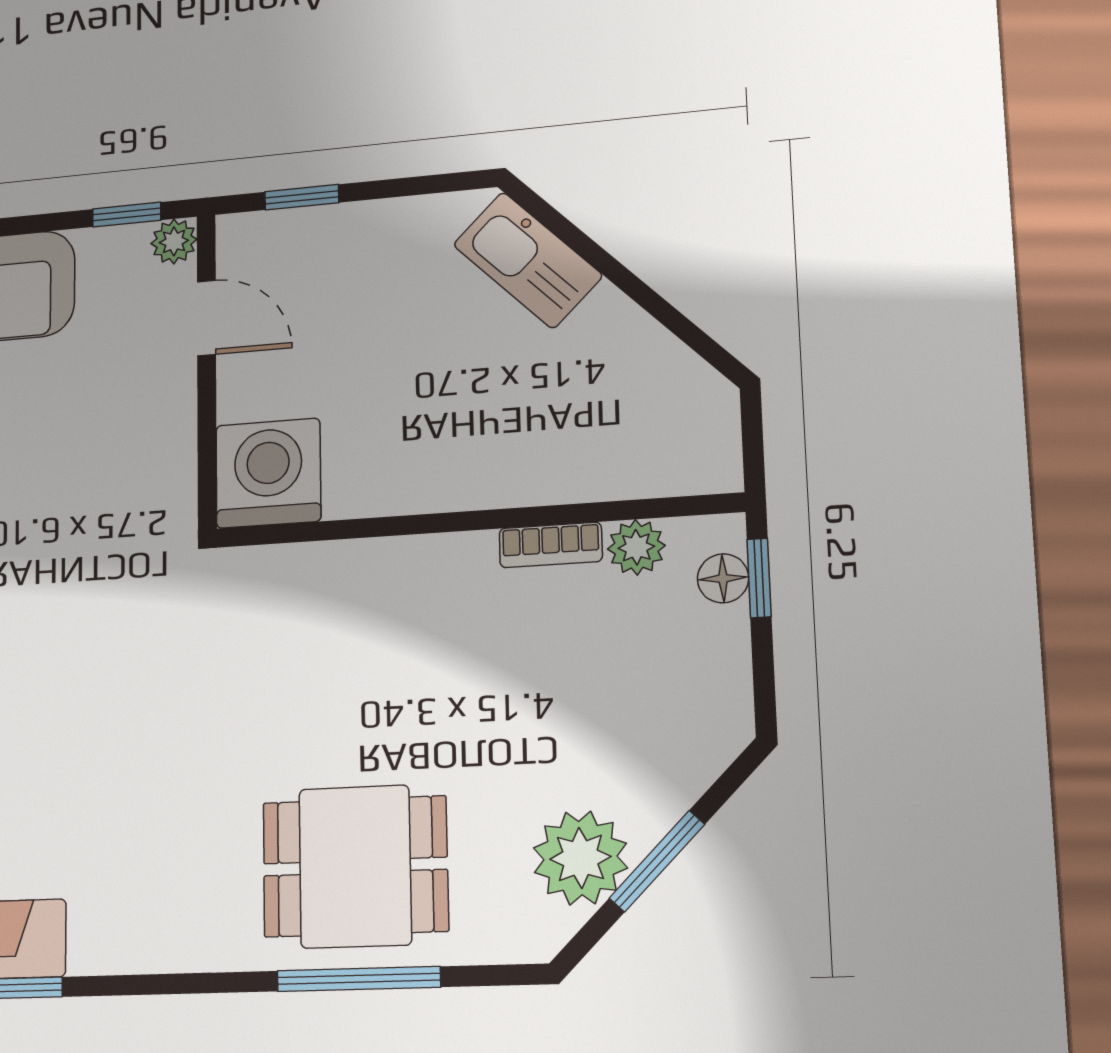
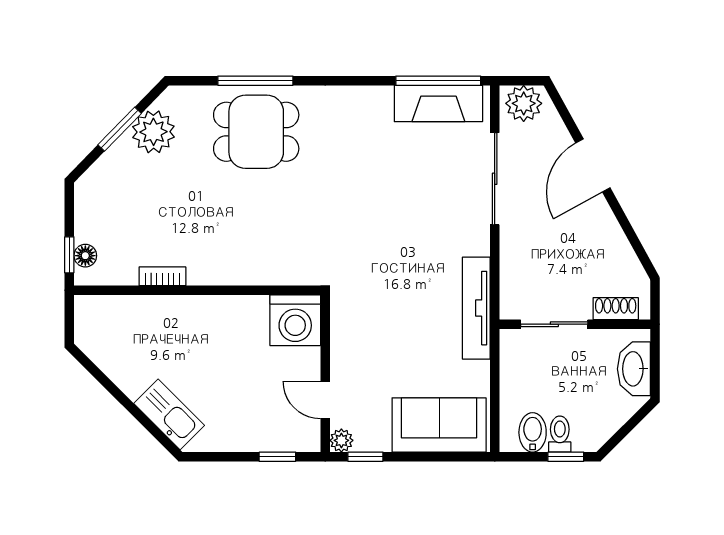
plant: (636, 547) -> (123, 273), removed

